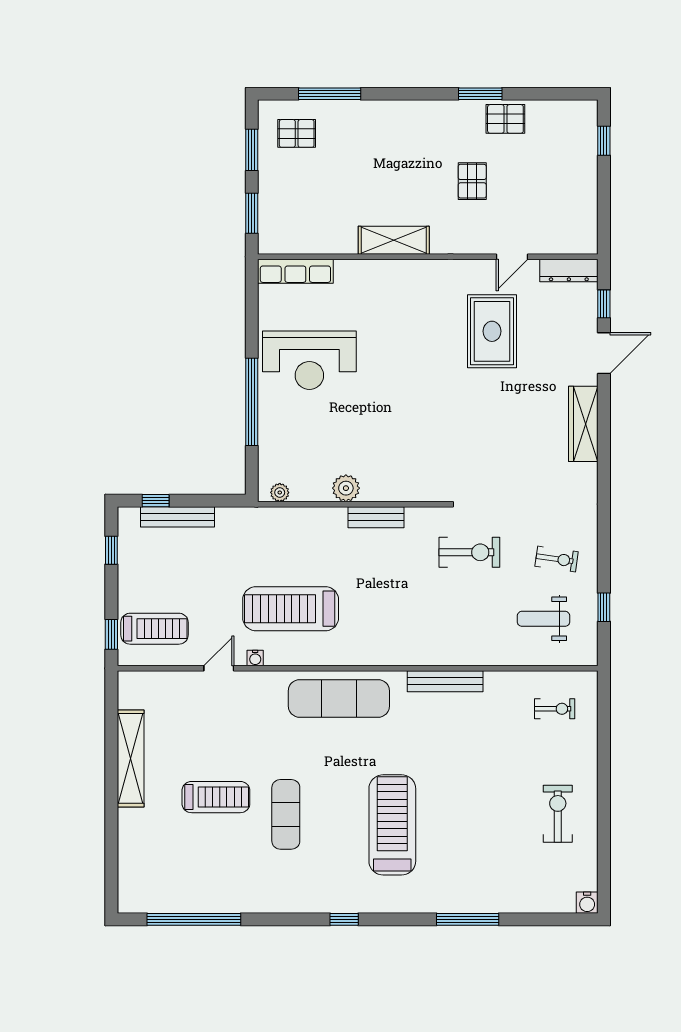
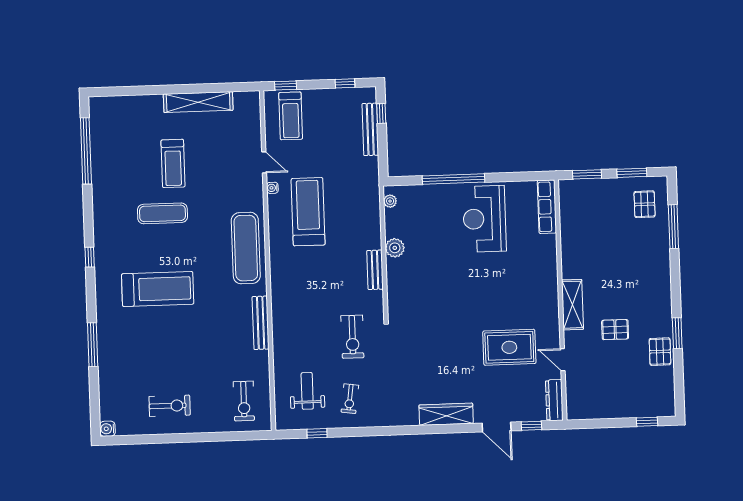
shelving: (394, 240) -> (572, 305), moved
exercise bike: (555, 709) -> (244, 401), width x1.38, depth x1.39

